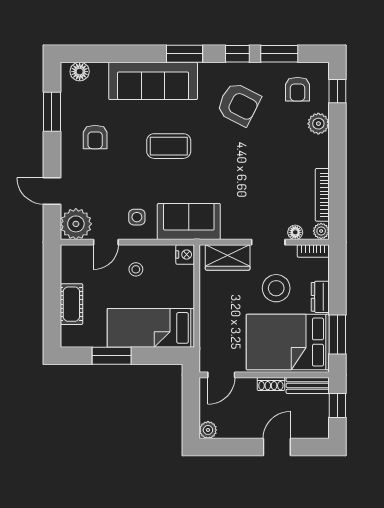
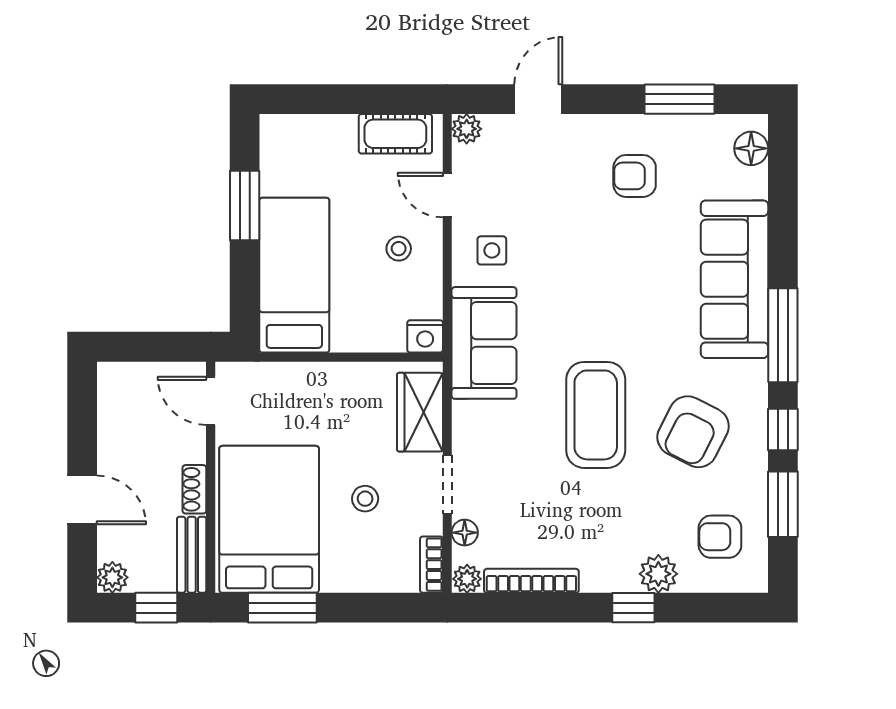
window: (184, 54) -> (783, 335), width x1.44
window: (337, 91) -> (633, 608), moved
coffee table: (169, 146) -> (596, 415), moved, width x1.36, depth x1.32
plant: (76, 224) -> (467, 129), width x0.53, depth x0.53
stool: (276, 288) -> (365, 499), width x0.53, depth x0.53
dresser: (320, 297) -> (350, 577), removed
cot: (71, 304) -> (395, 134), moved
plant: (208, 430) -> (112, 577), moved

